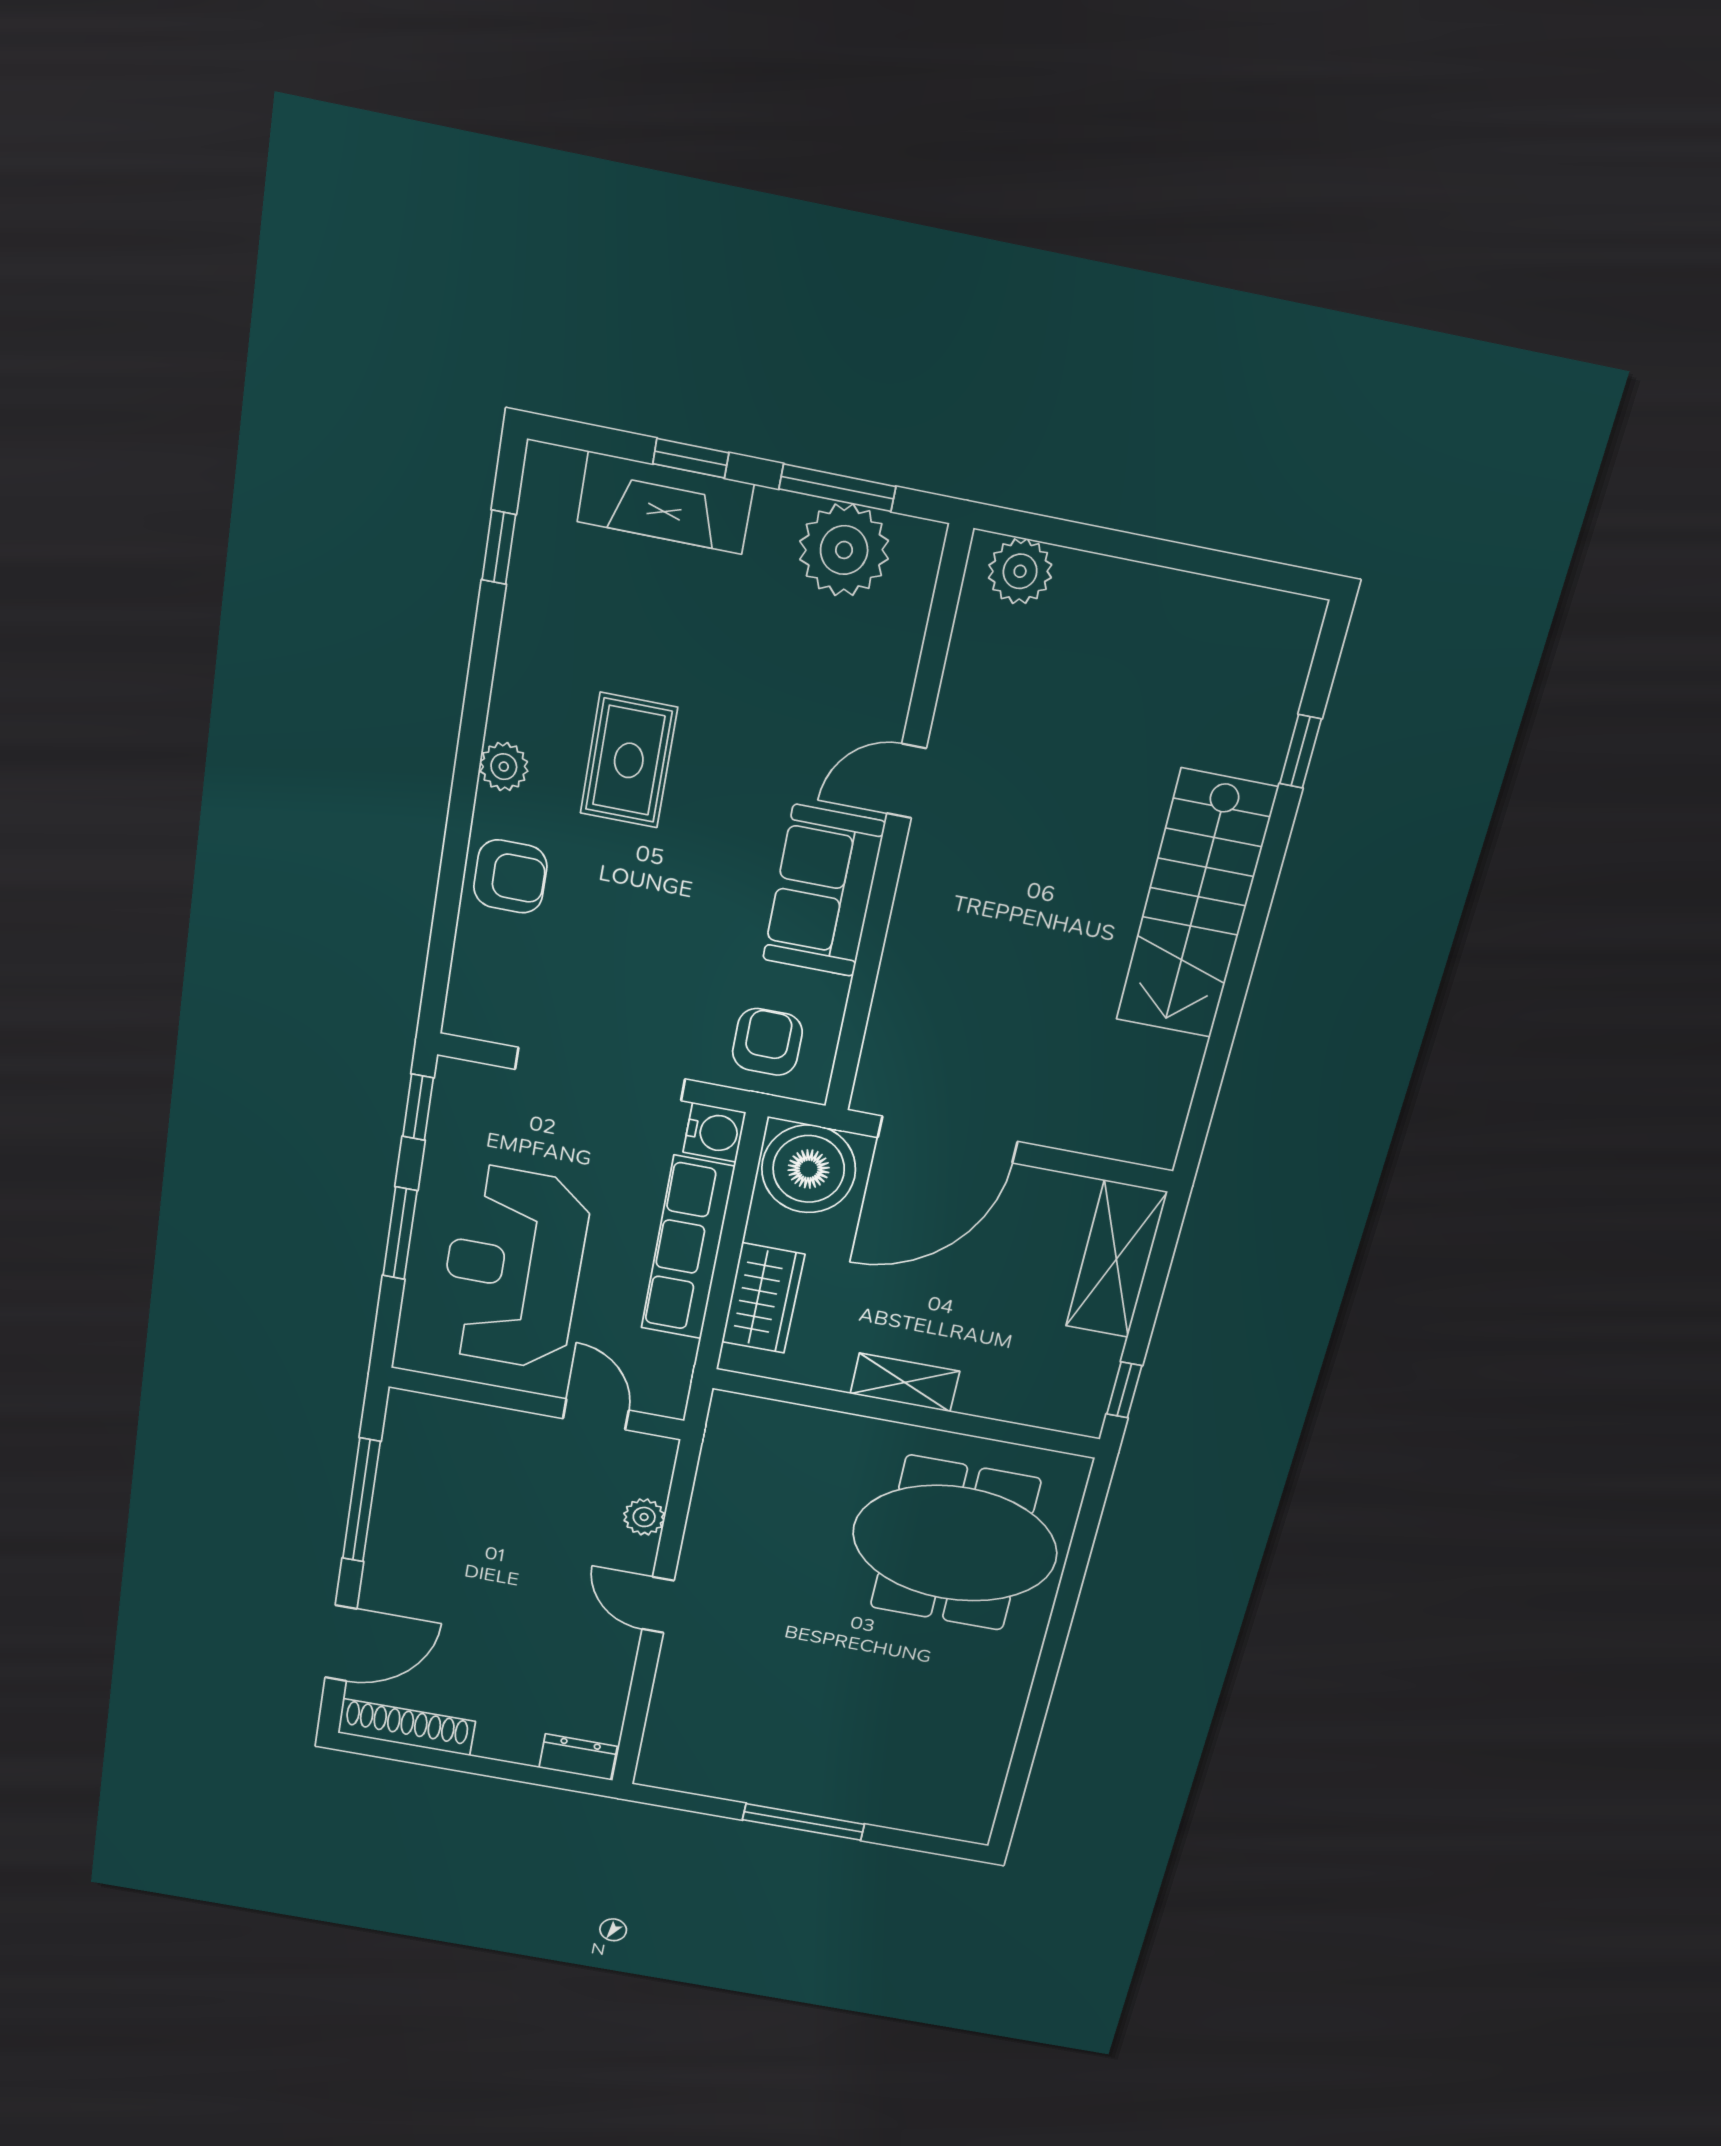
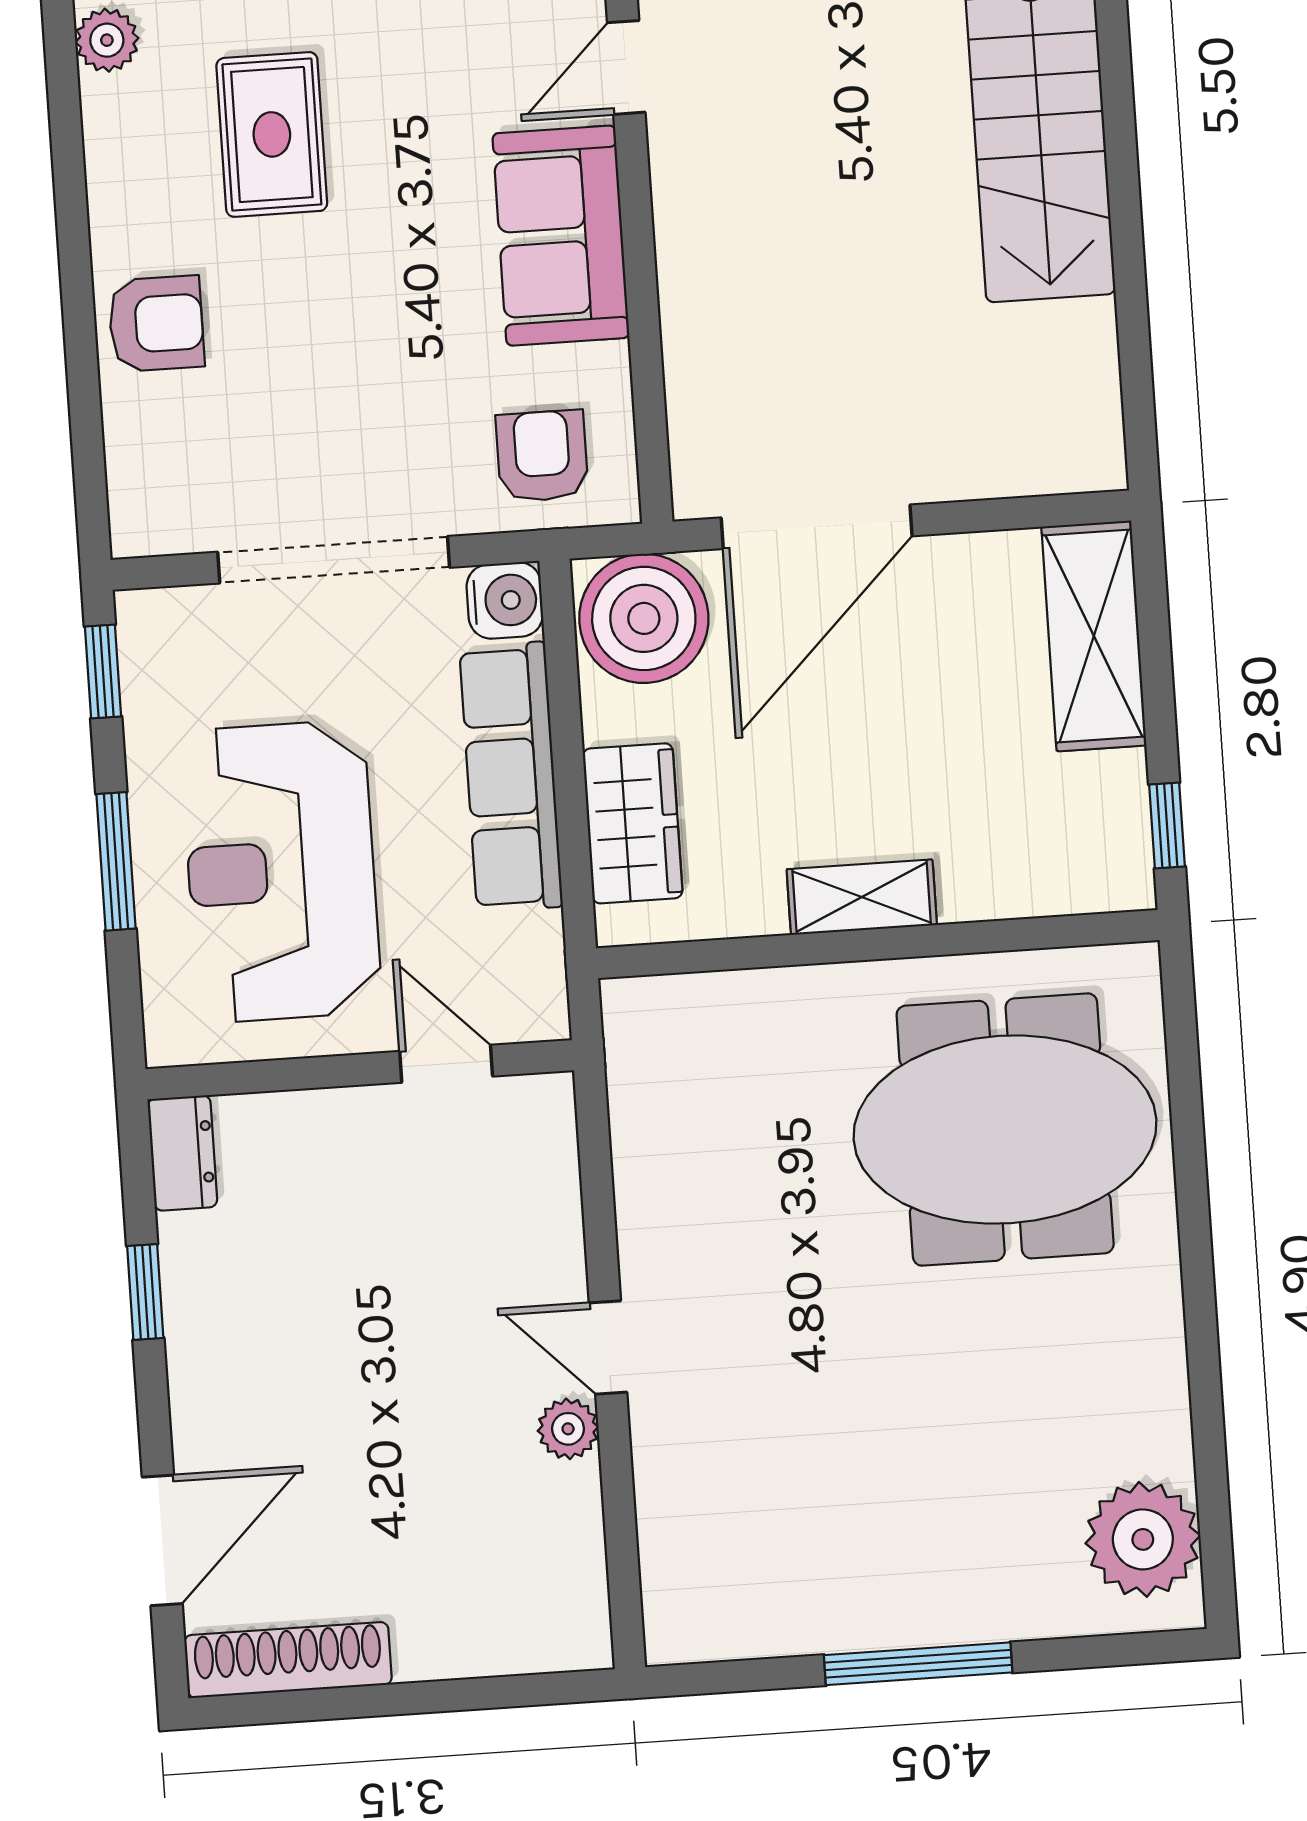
plant: (504, 767) -> (107, 40), moved
window: (361, 1500) -> (145, 1292), width x0.46
plant: (644, 1517) -> (568, 1429), moved
dresser: (578, 1757) -> (182, 1153), moved, turned 90
plant: (966, 1790) -> (1143, 1539), added

